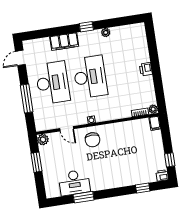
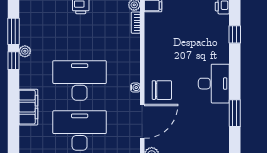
window: (119, 22) -> (13, 31), added
window: (86, 27) -> (13, 61), moved
door: (67, 129) -> (142, 121), width x1.88
desk: (74, 183) -> (214, 84), moved

